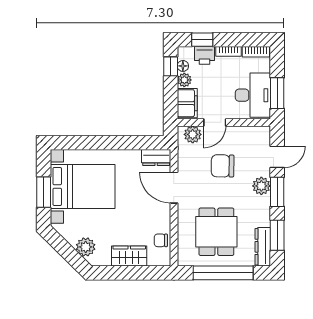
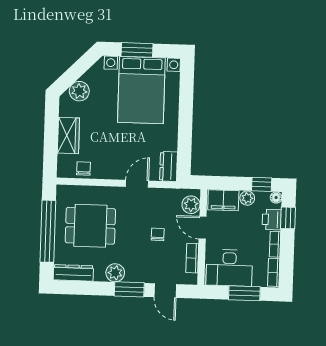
floor lamp: (183, 66) -> (276, 198), moved
window: (277, 93) -> (244, 293), moved
bookcase: (245, 132) -> (192, 258), added
chair: (223, 166) -> (158, 234), width x0.54, depth x0.54
plant: (261, 186) -> (115, 273), moved
door: (174, 188) -> (137, 184), width x0.73
window: (277, 235) -> (85, 288), removed

